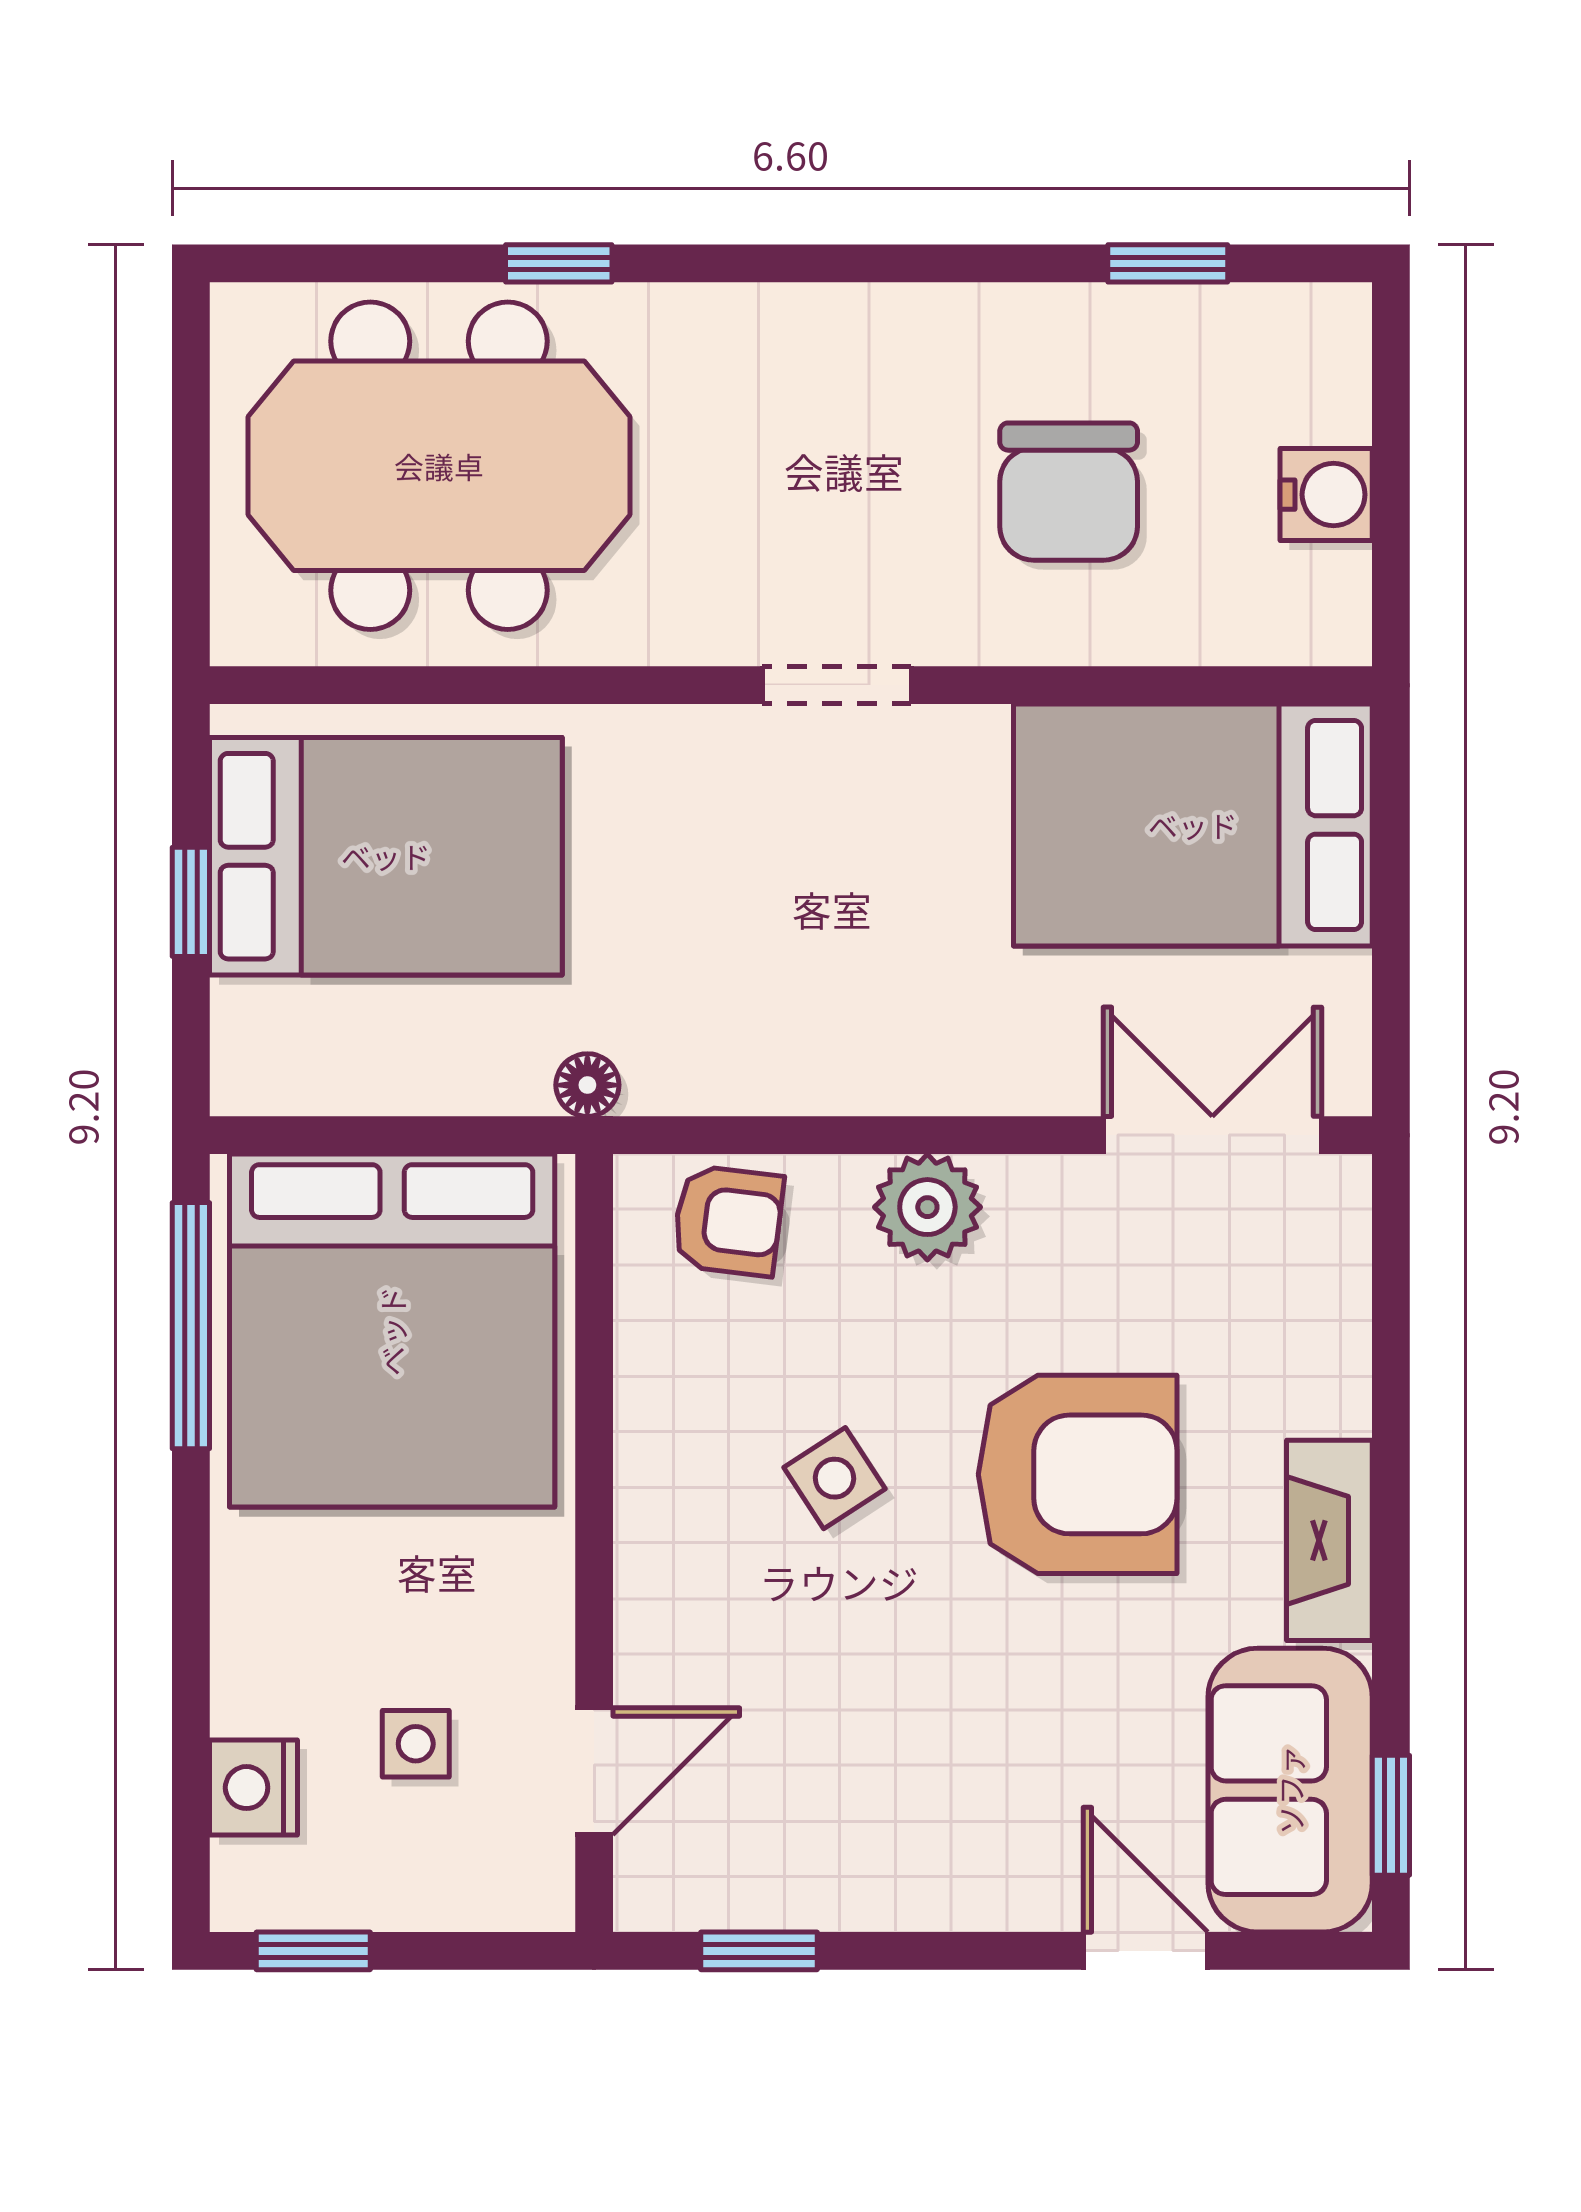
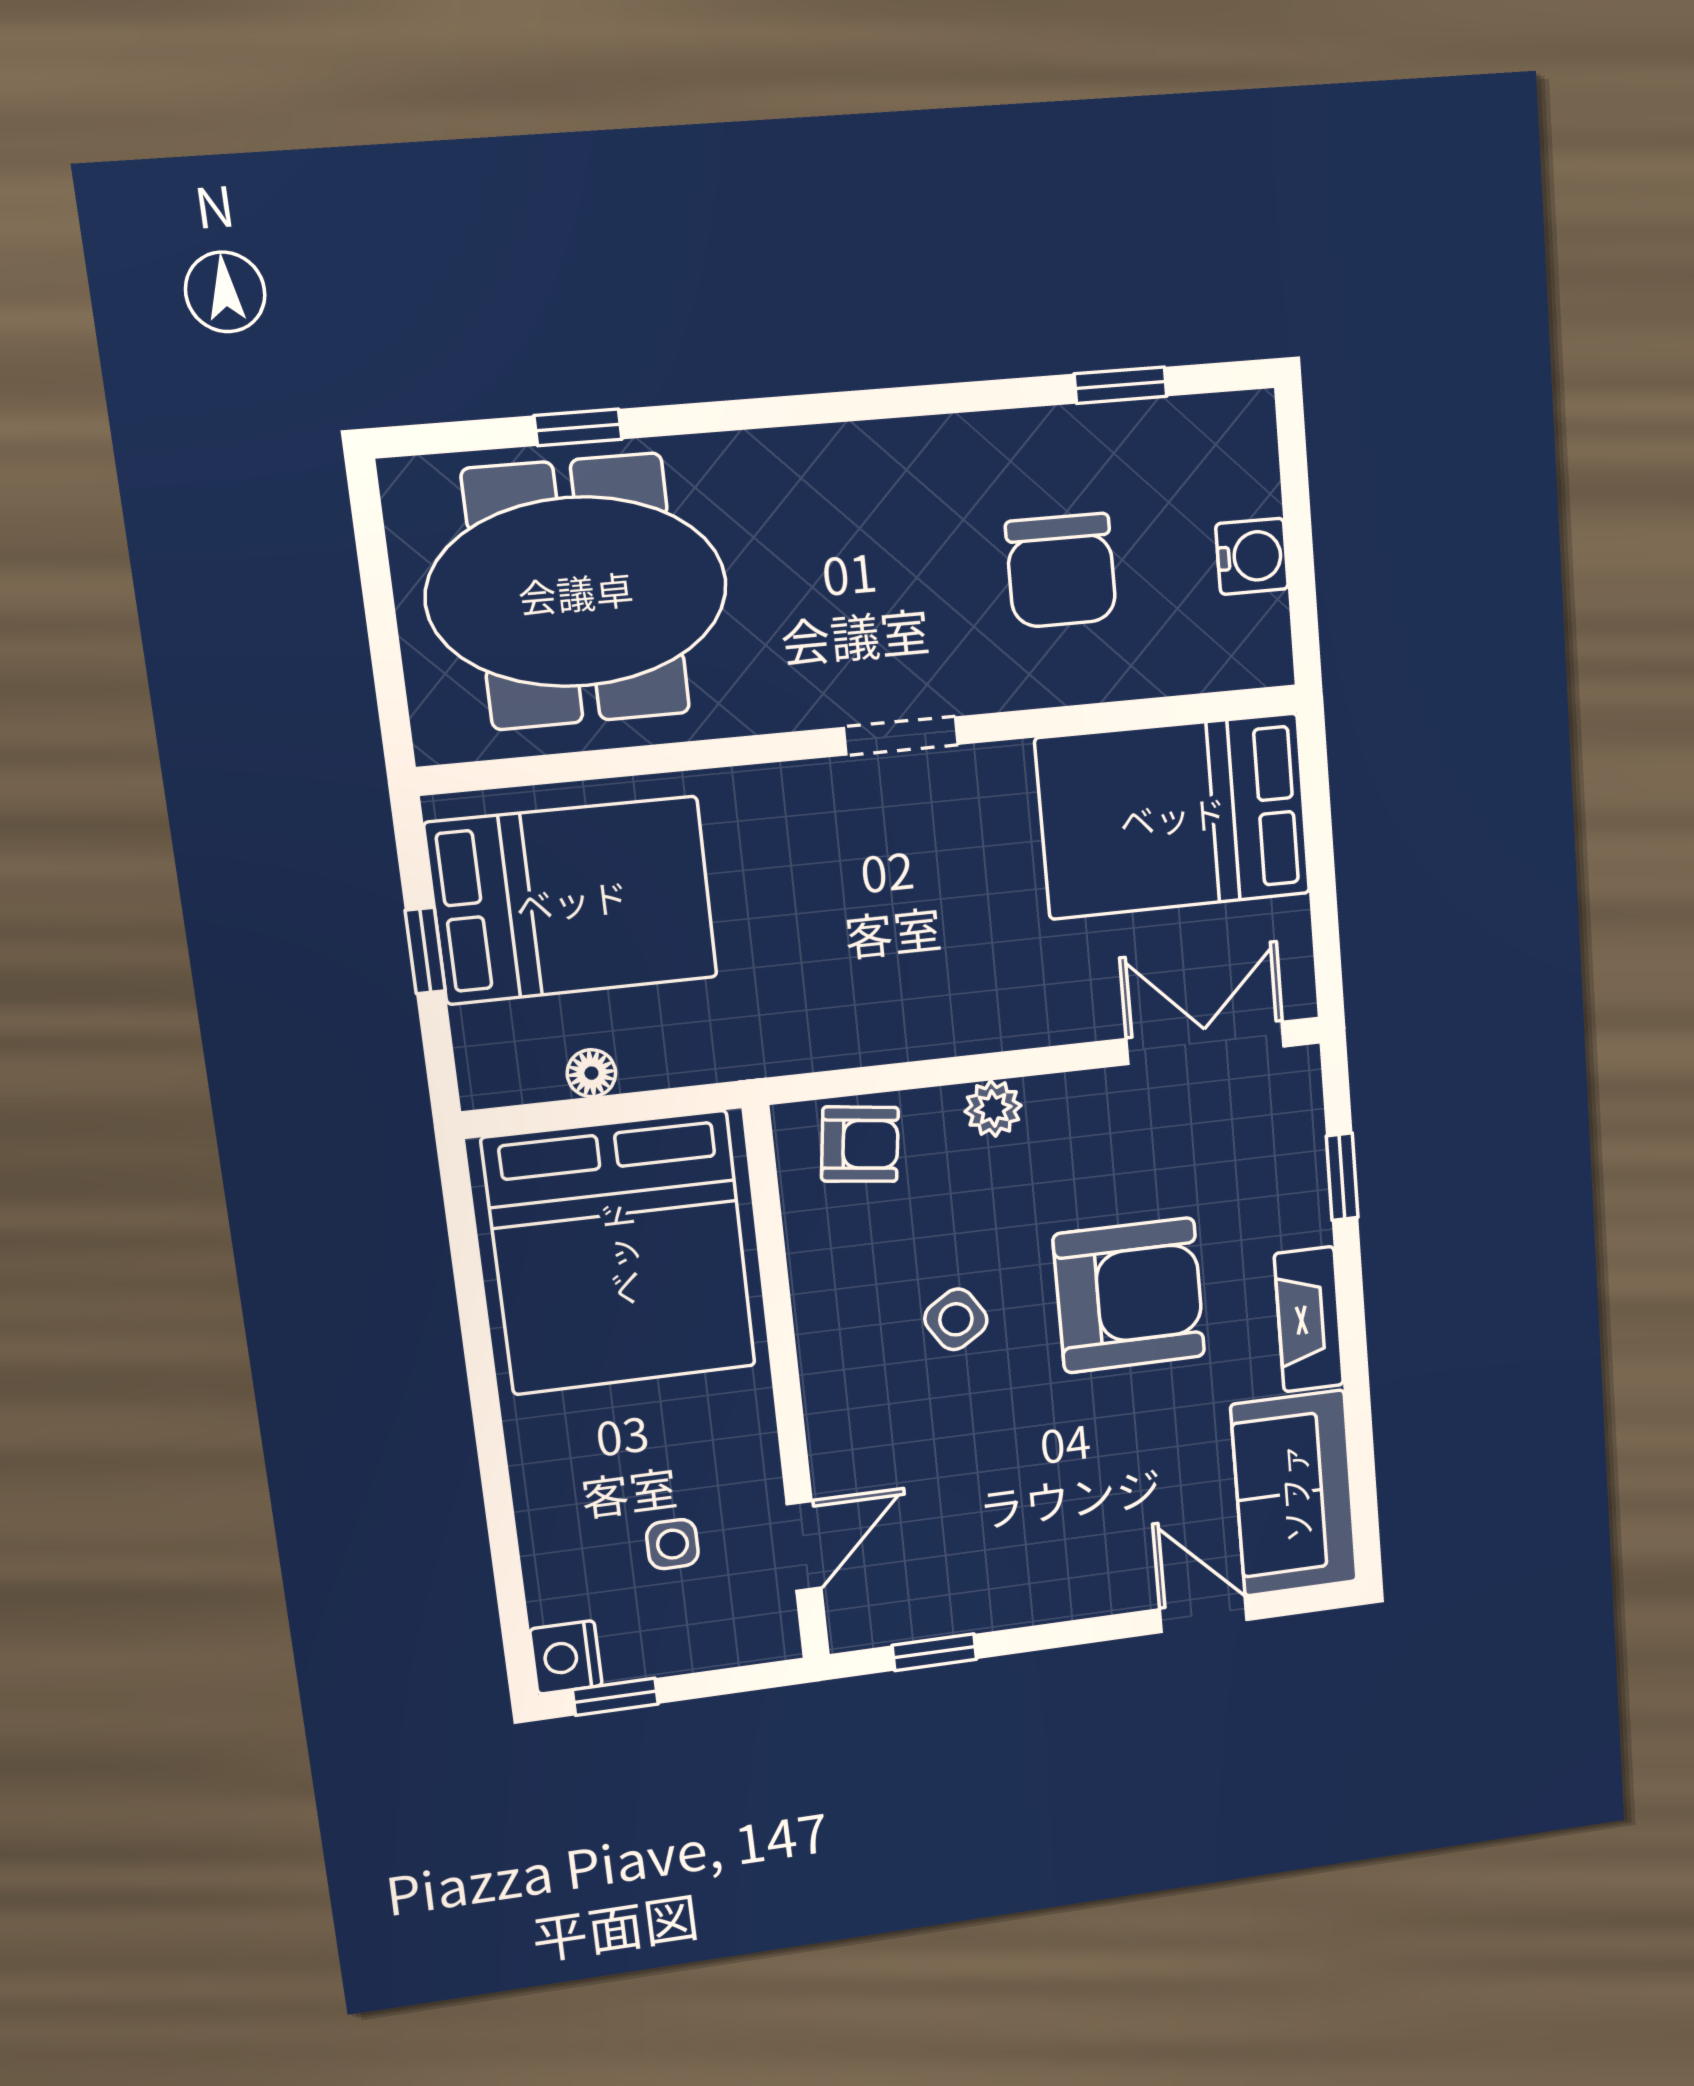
window: (559, 263) -> (578, 427), moved
floor lamp: (587, 1085) -> (591, 1073), moved
plant: (927, 1207) -> (993, 1108), width x0.73, depth x0.73
window: (191, 1326) -> (467, 1267), removed
nightstand: (254, 1788) -> (566, 1657), moved
window: (1391, 1815) -> (1342, 1177), moved

